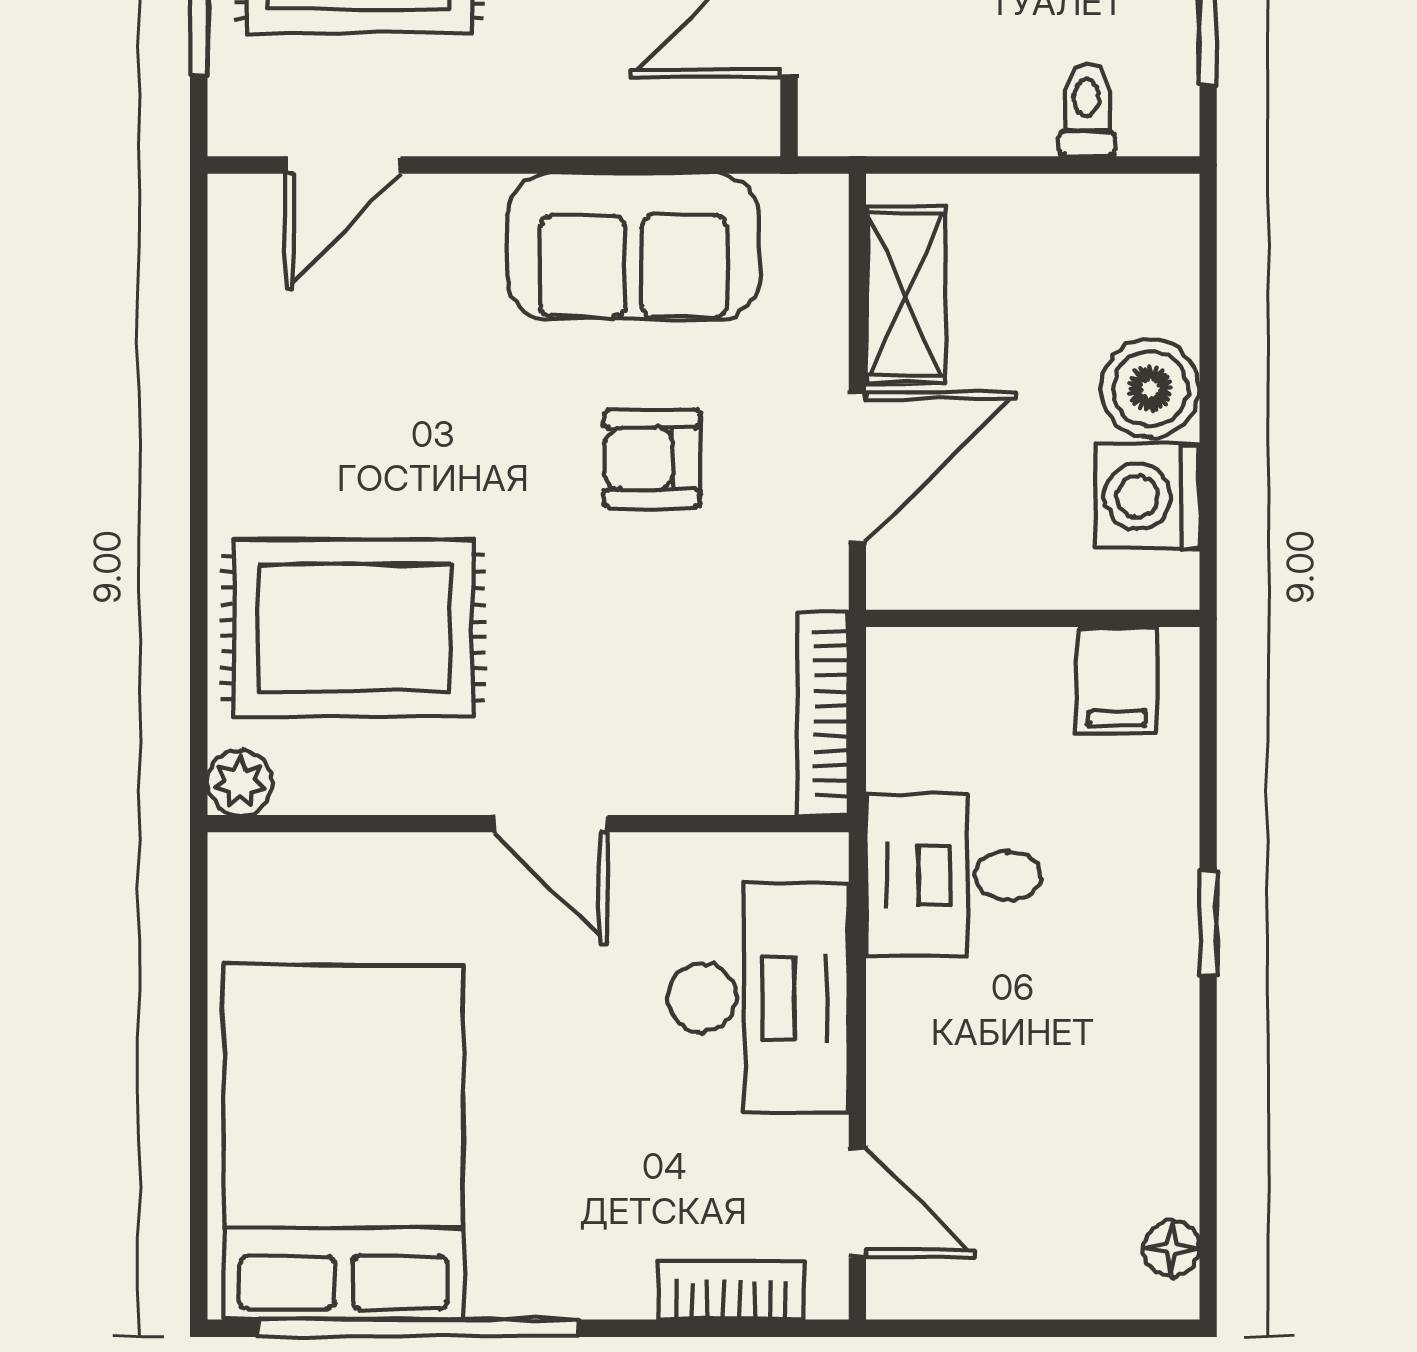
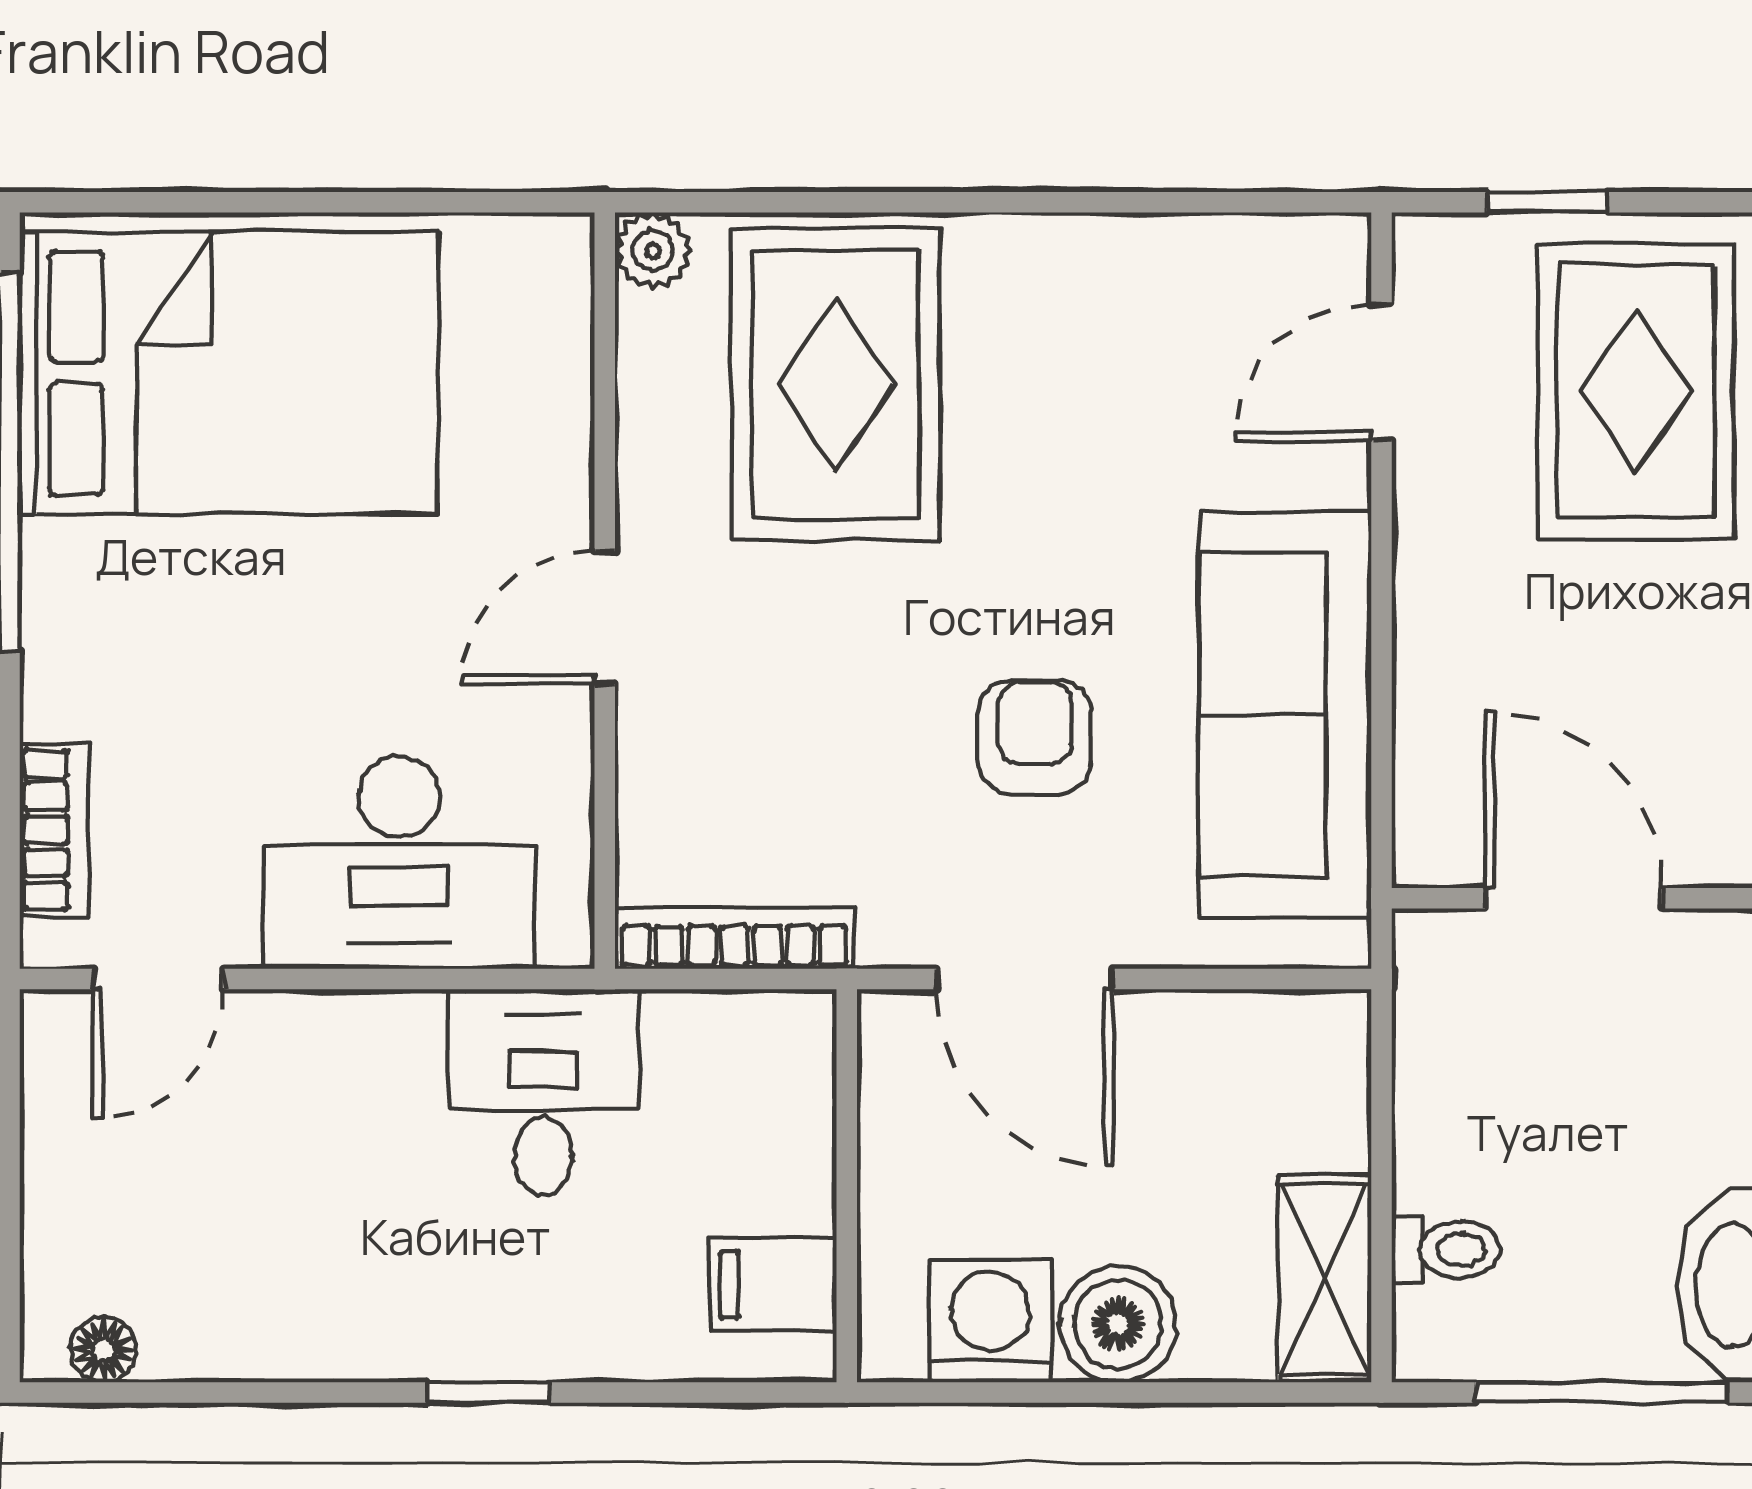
door: (343, 165) -> (1381, 372), hinge flipped
sofa: (633, 247) -> (1285, 715), width x1.36
shelving: (906, 295) -> (1325, 1279), moved, turned 90

